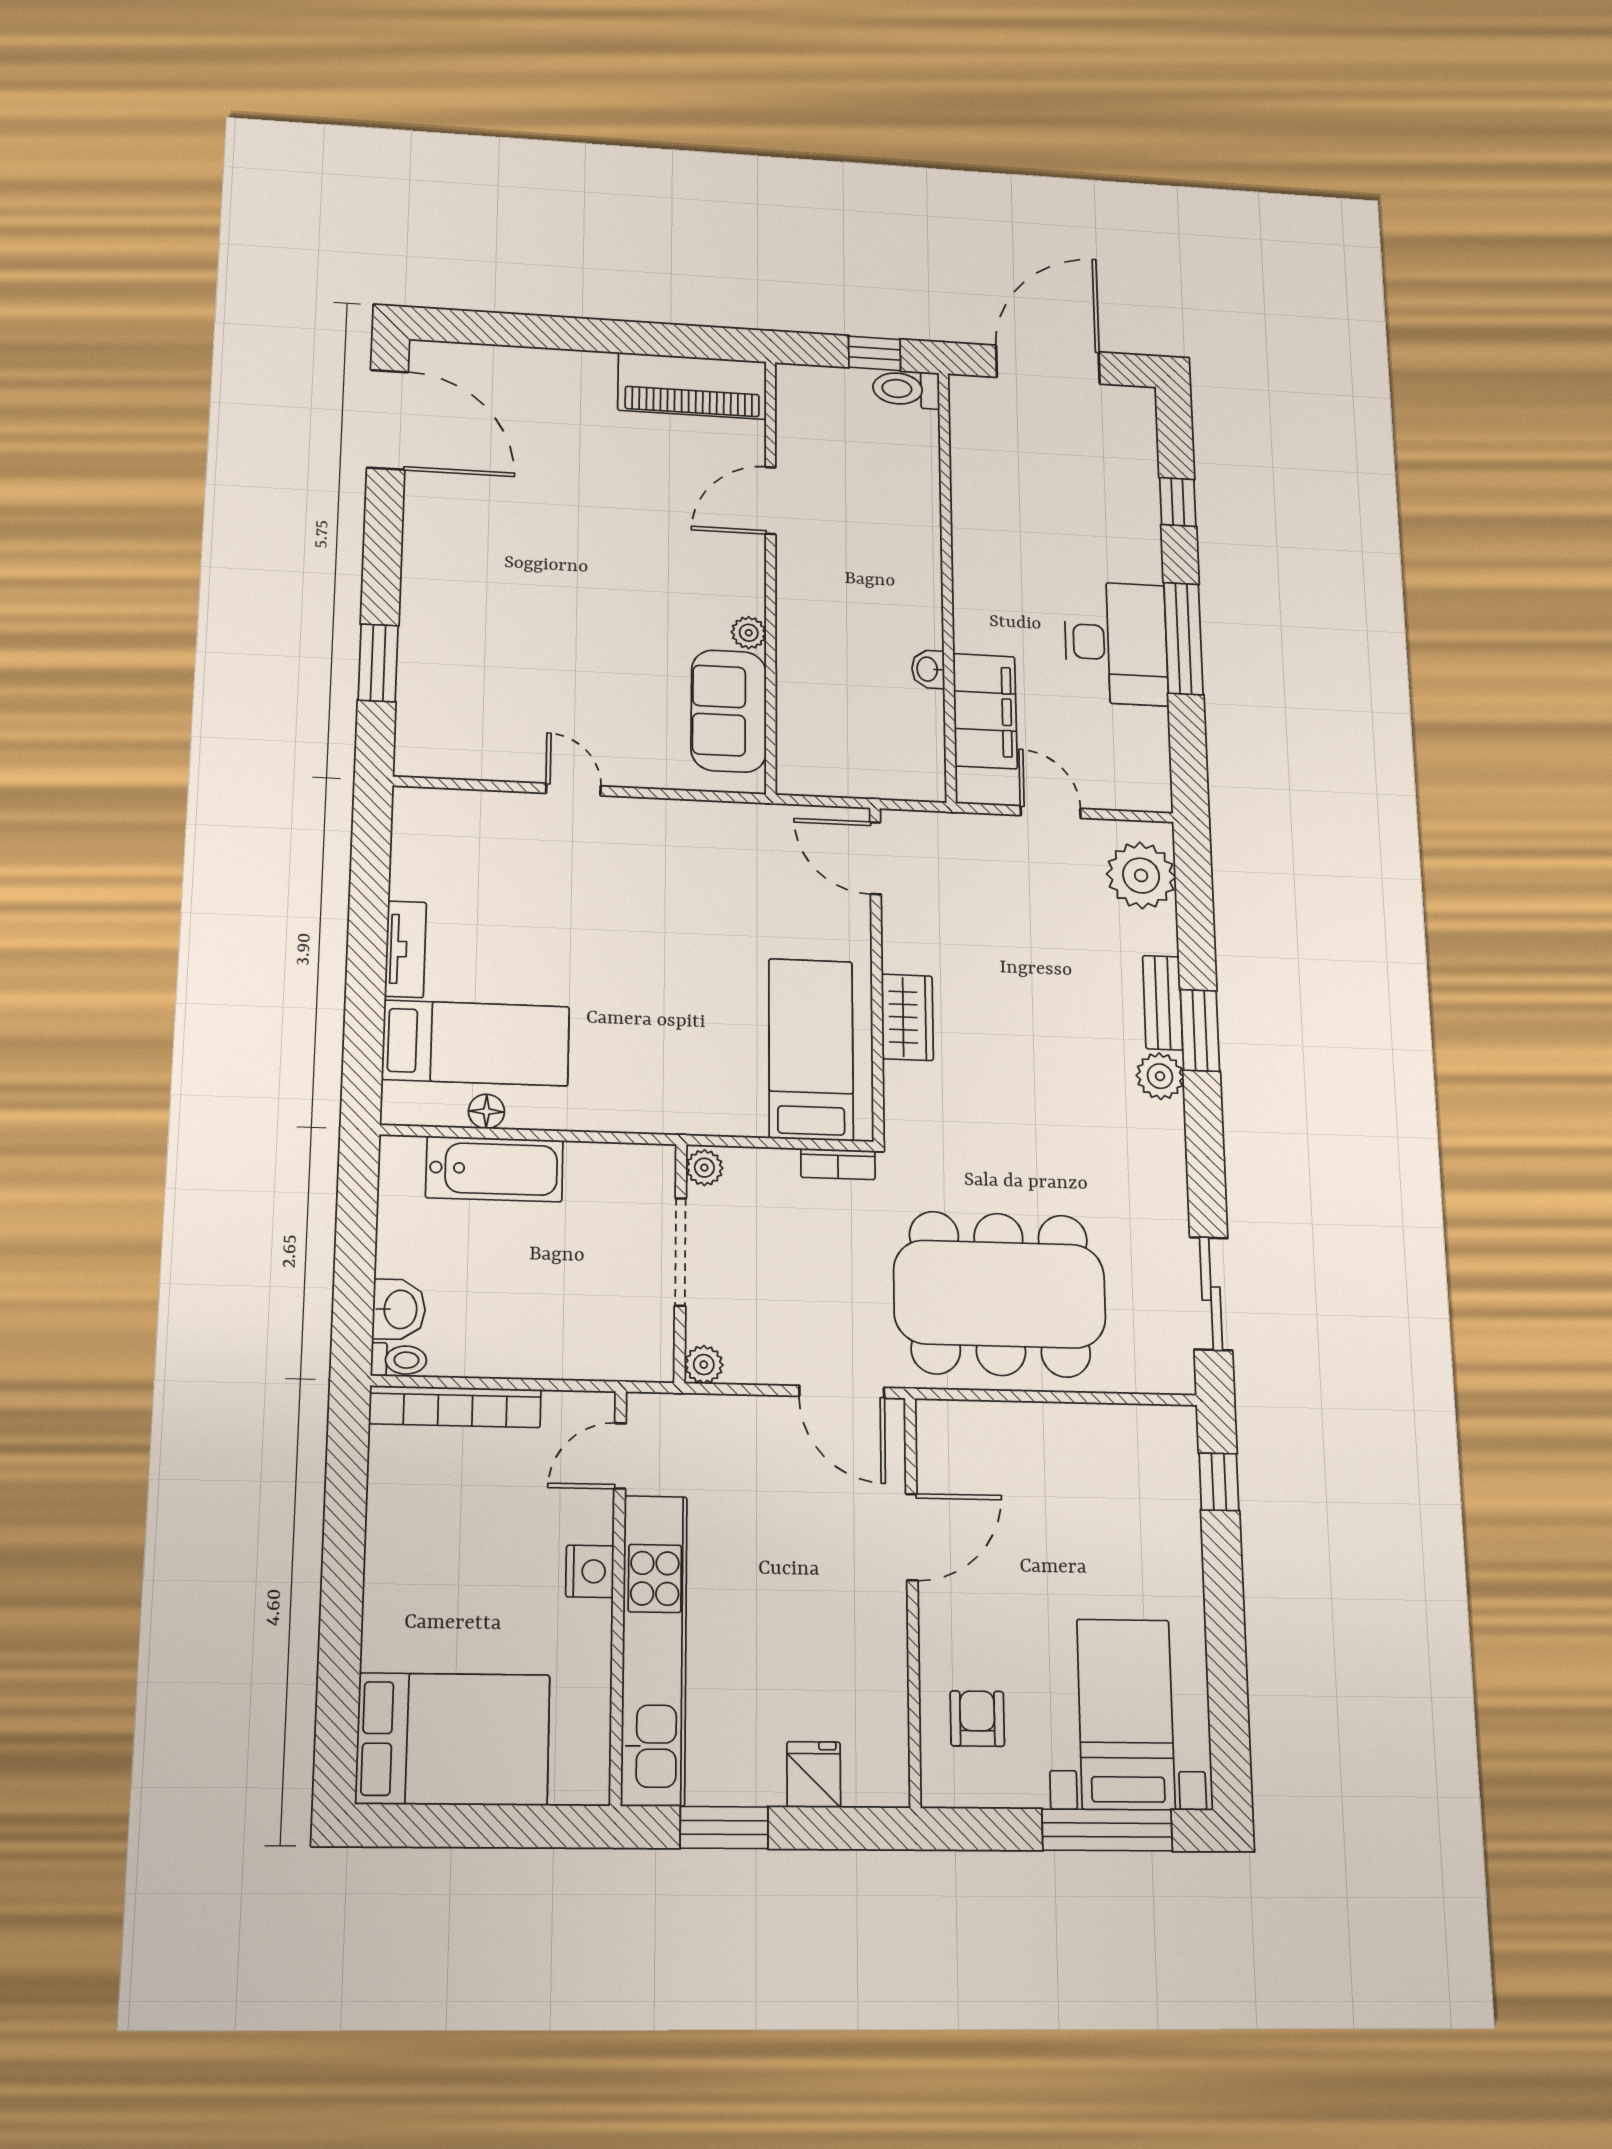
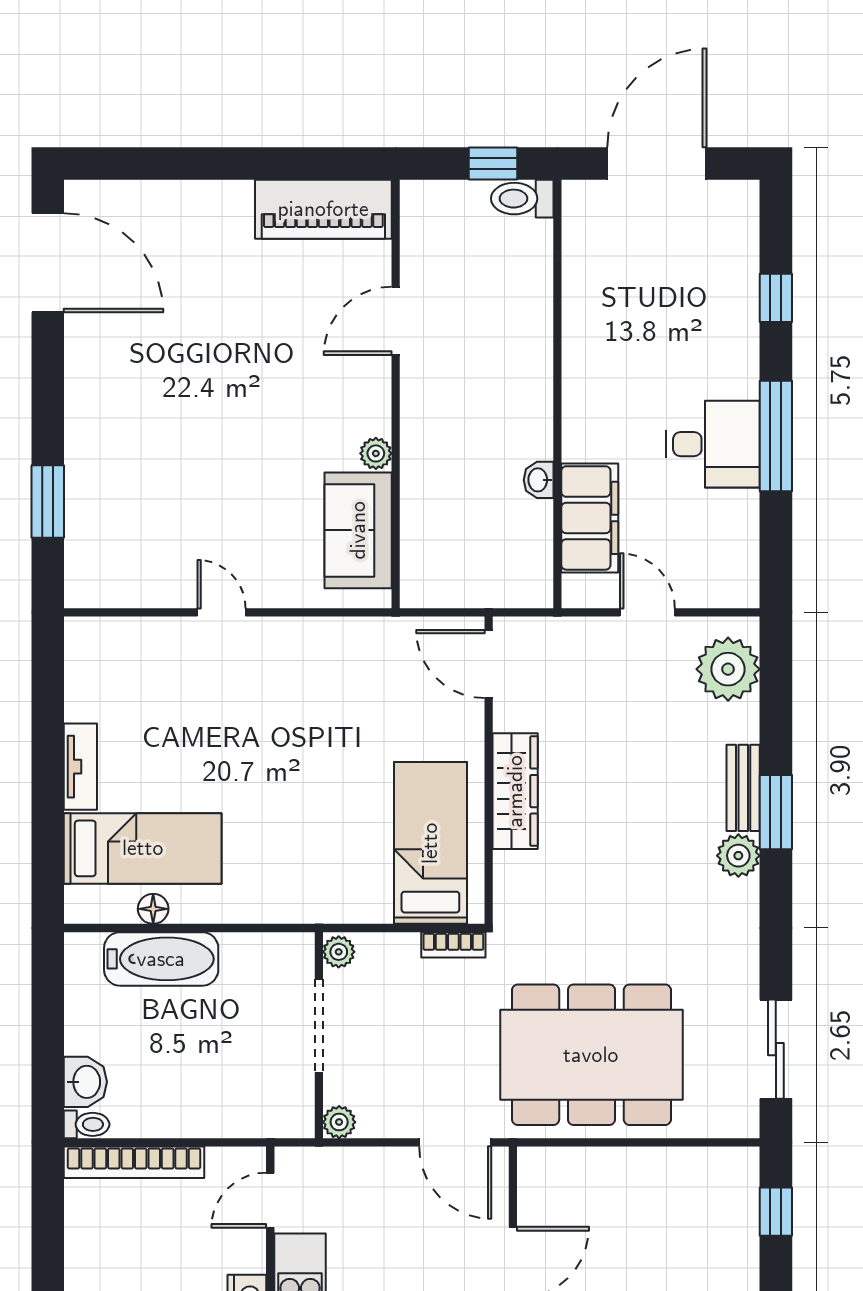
desk: (1116, 643) -> (713, 444), width x0.73
wardrobe: (907, 1017) -> (515, 791), width x1.50

